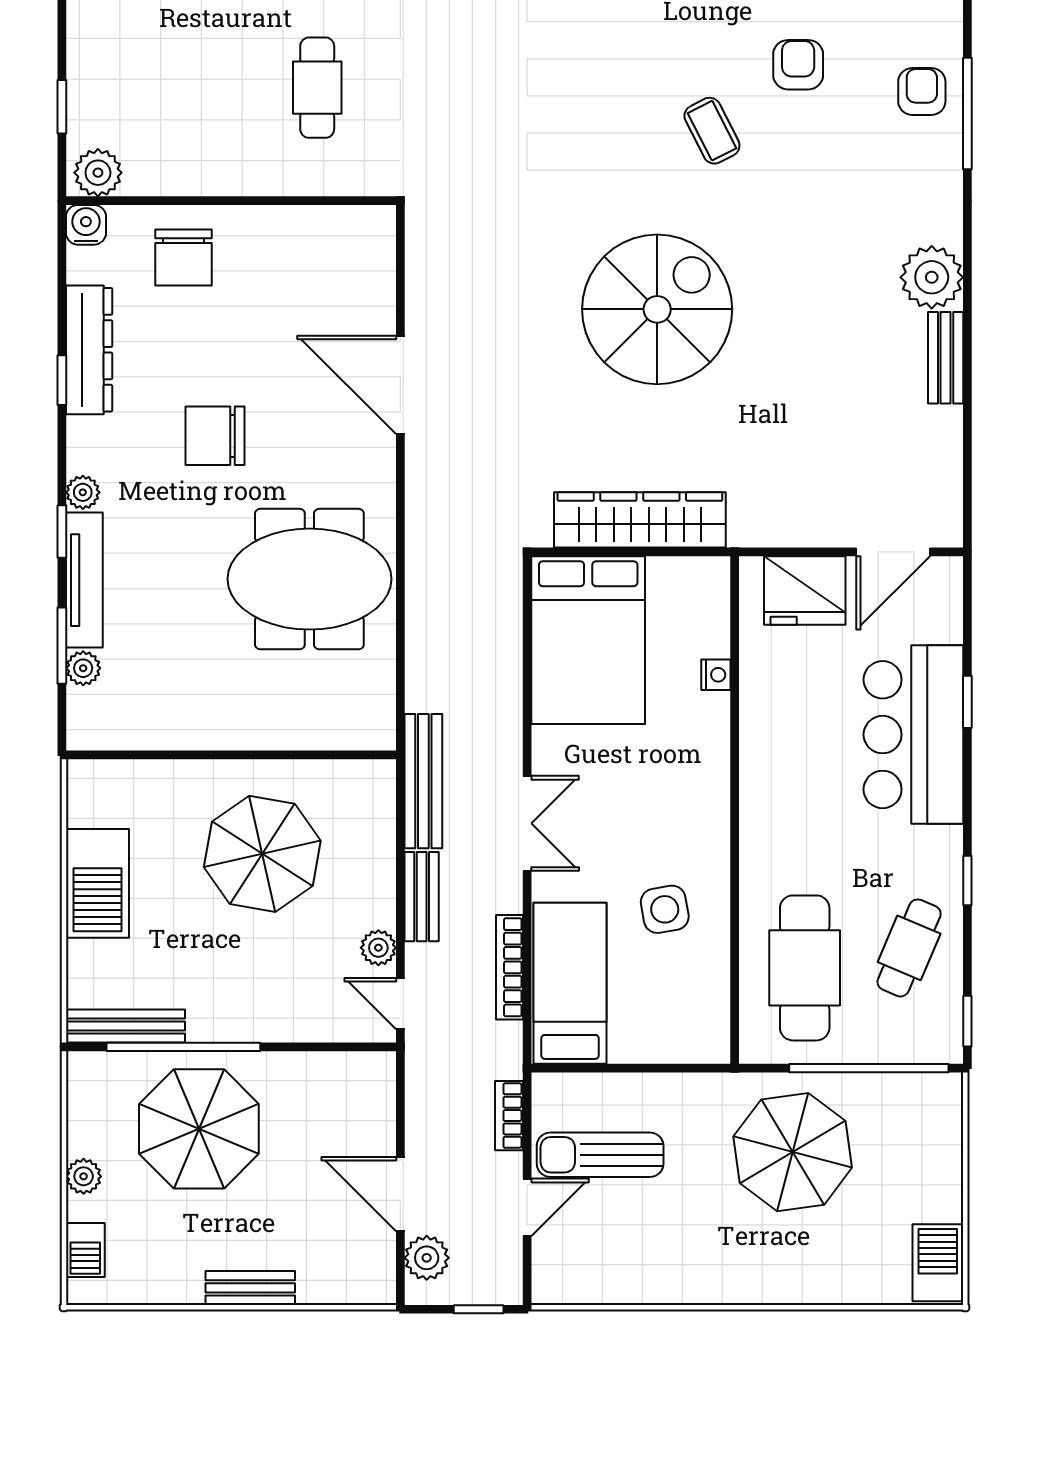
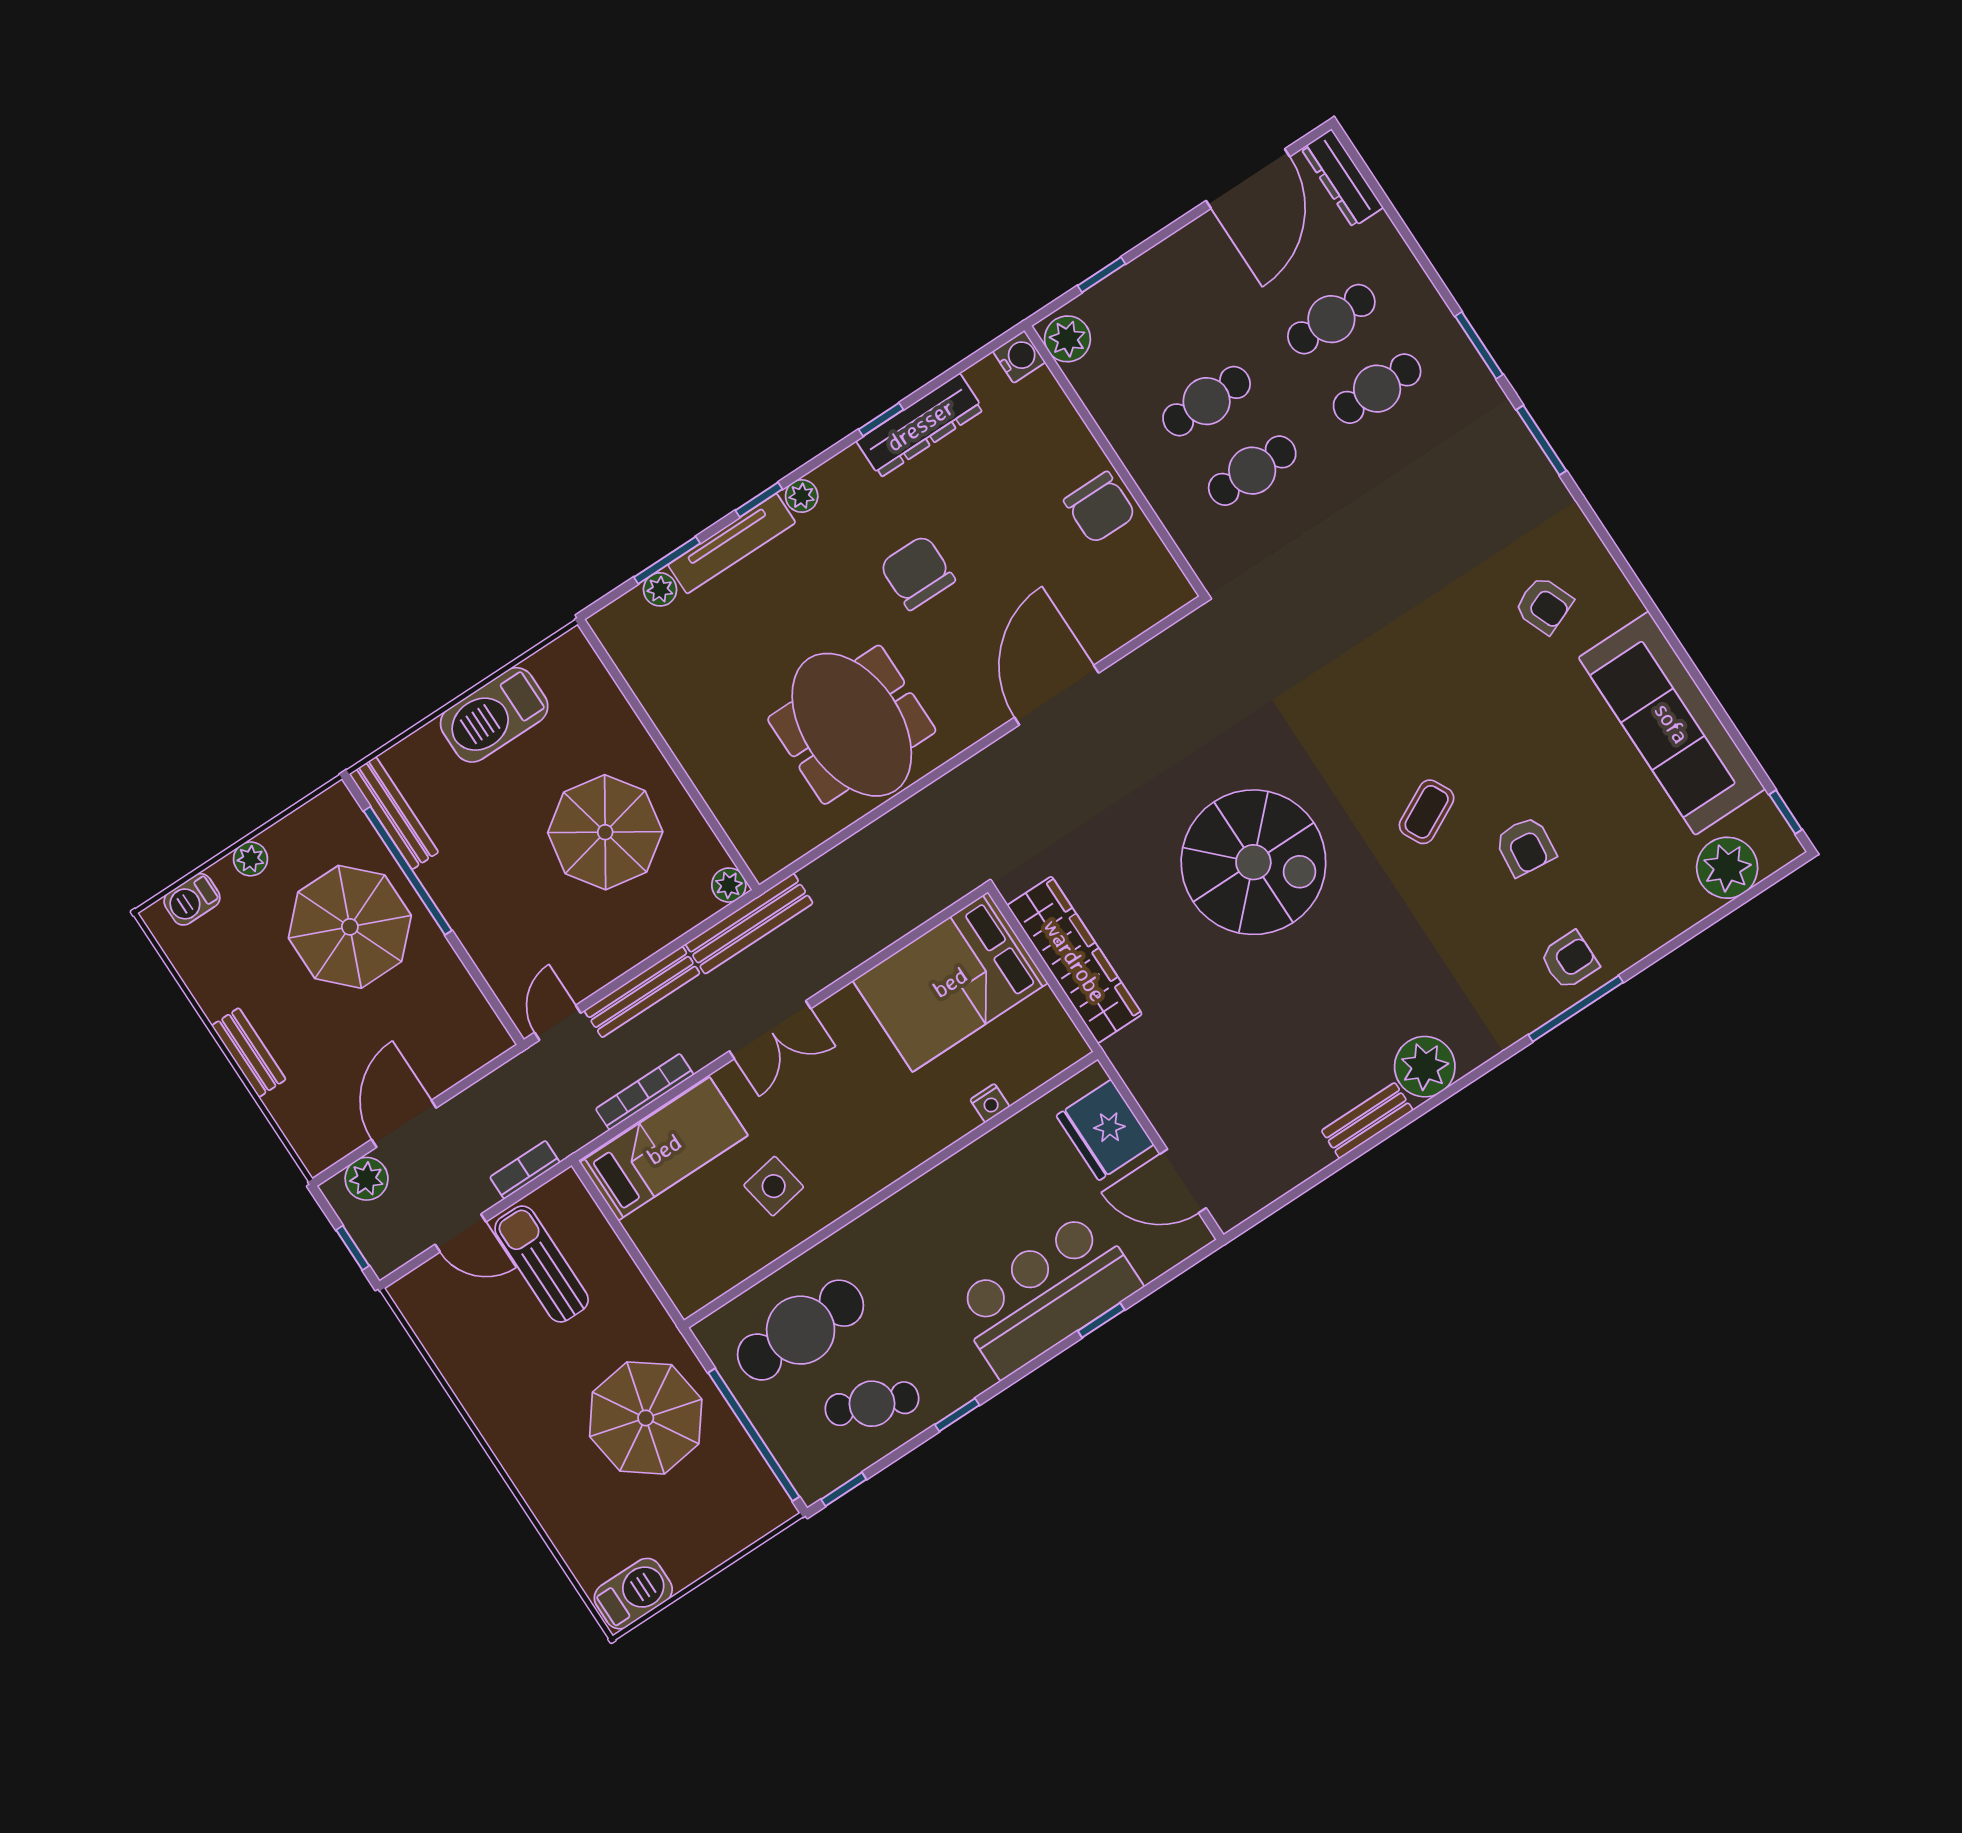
armchair: (798, 65) -> (1525, 846), turned 96
cafe table: (231, 88) -> (1207, 401), added
chair: (184, 258) -> (1100, 508), moved, turned -90
bench: (422, 897) -> (642, 992), width x1.36
plant: (378, 948) -> (729, 885), moved

